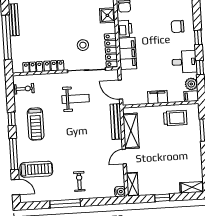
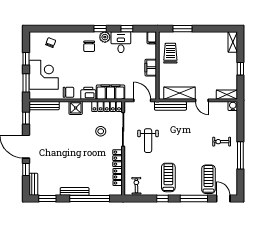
plant: (191, 84) -> (105, 37), moved
door: (120, 90) -> (142, 100), swing flipped
weight bench: (76, 99) -> (148, 141), turned 180
treadmill: (36, 124) -> (168, 177), turned -90
door: (16, 187) -> (223, 199), hinge flipped

